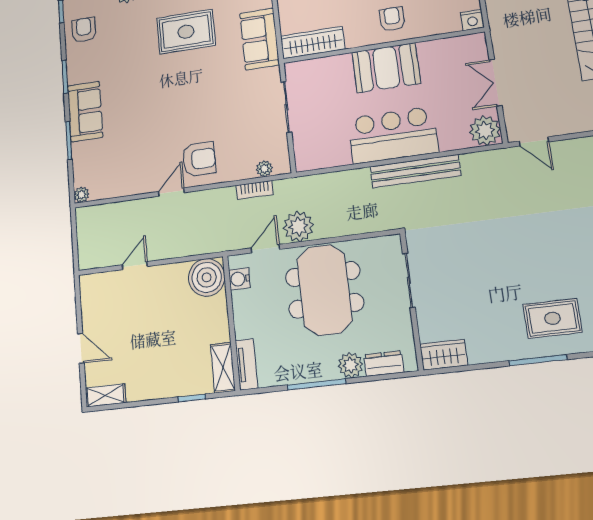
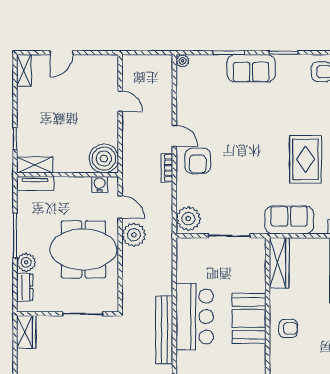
plant: (264, 169) -> (188, 219), width x1.88, depth x1.88
bookcase: (255, 190) -> (167, 168), moved

